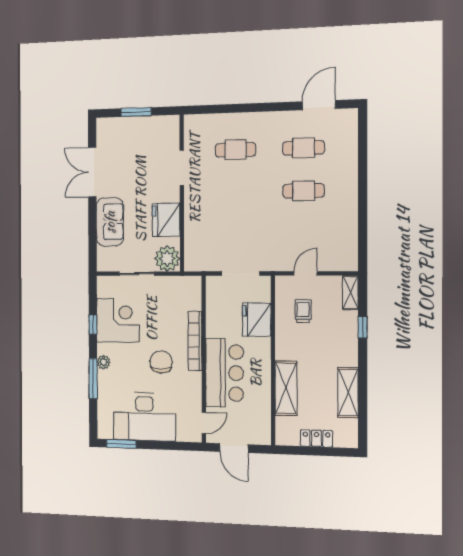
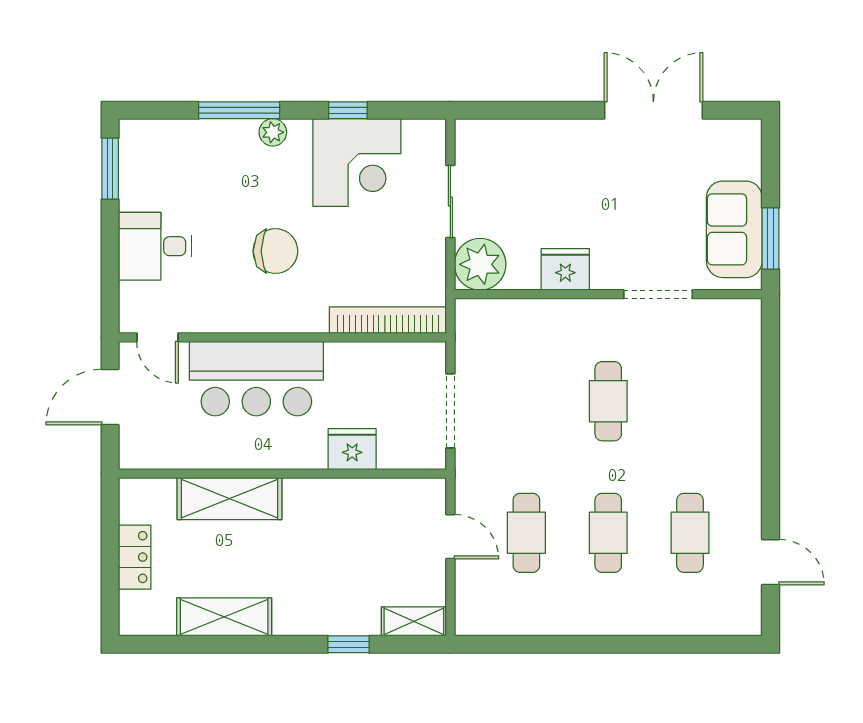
door: (319, 105) -> (770, 562), width x0.73
window: (136, 112) -> (770, 238), moved
cafe table: (236, 150) -> (608, 401), moved
fridge: (166, 220) -> (565, 269), width x0.73, depth x0.75
sofa: (110, 222) -> (734, 229), moved, turned 90
cafe table: (304, 234) -> (526, 533), added
trolley: (303, 311) -> (378, 532), removed
fridge: (257, 320) -> (352, 449), width x0.73, depth x0.75
bookcase: (195, 341) -> (388, 320), moved
desk: (144, 417) -> (155, 246), width x0.53, depth x0.77

